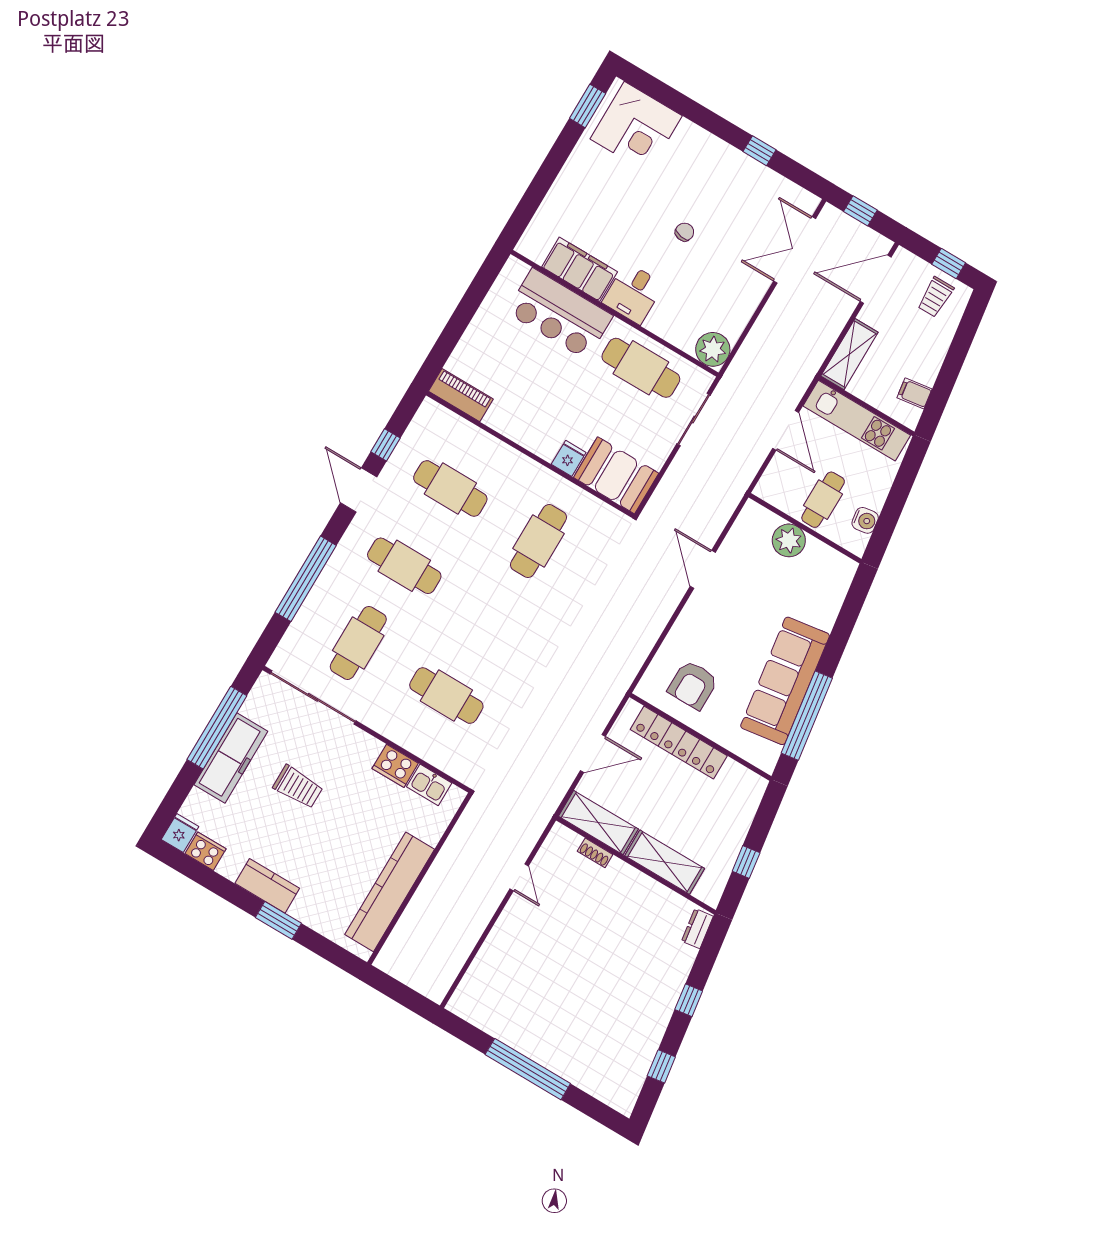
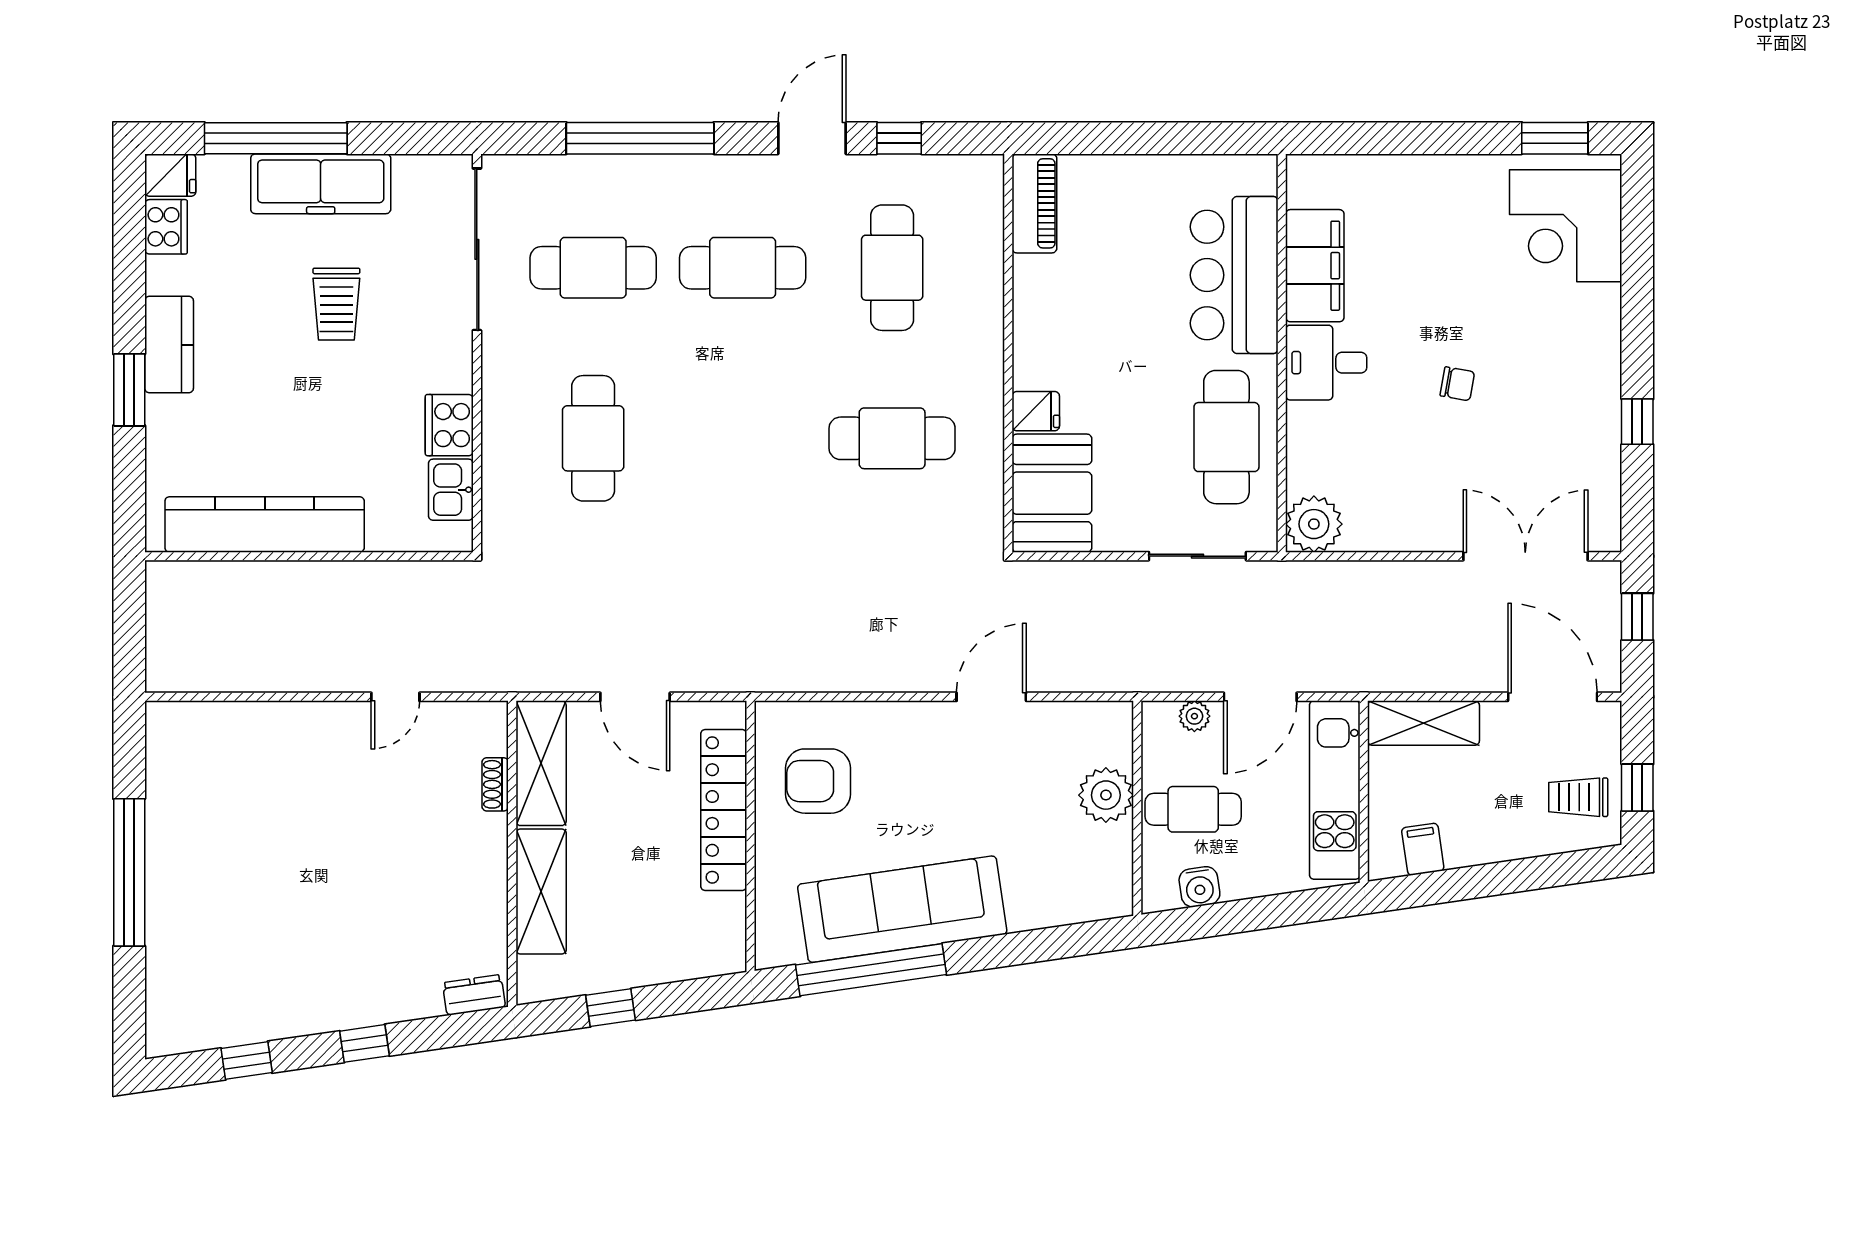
plant: (775, 470) -> (1194, 716), added
cafe table: (404, 566) -> (743, 268), turned 90
window: (217, 728) -> (276, 138), moved

